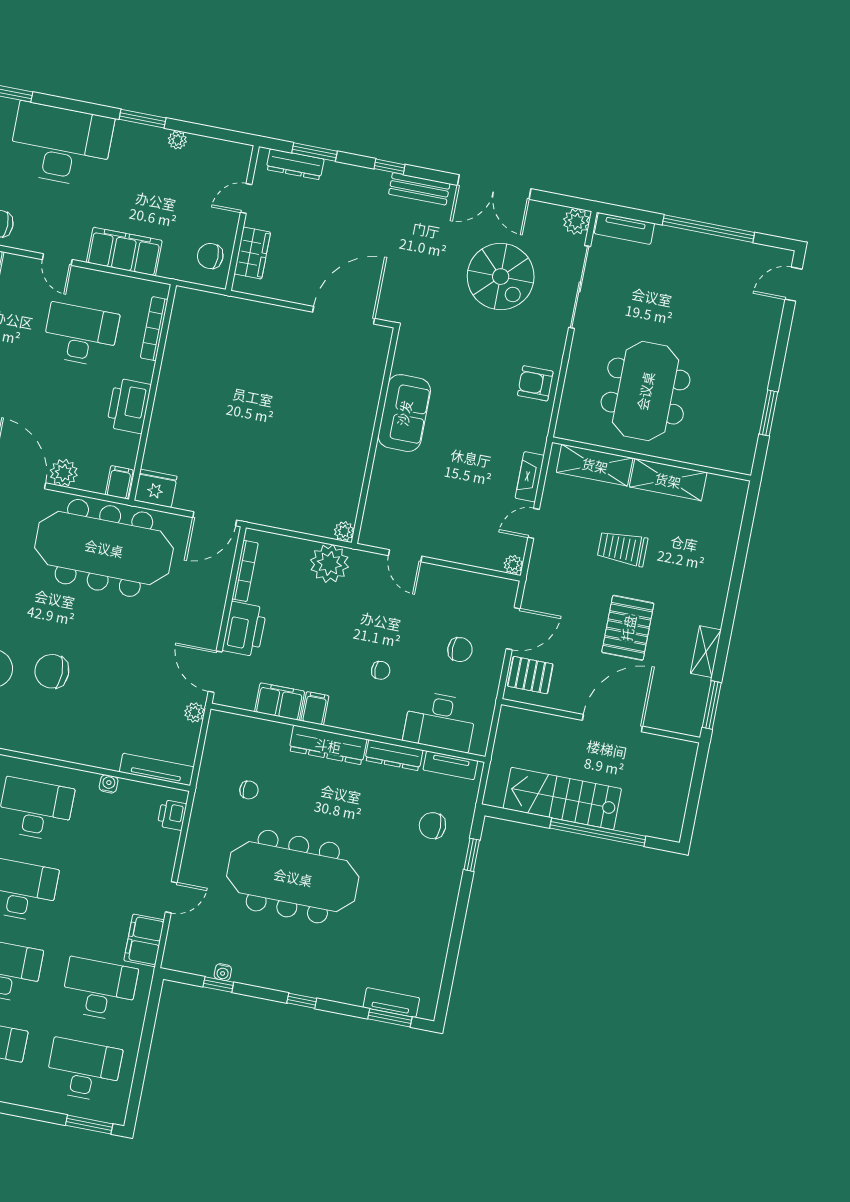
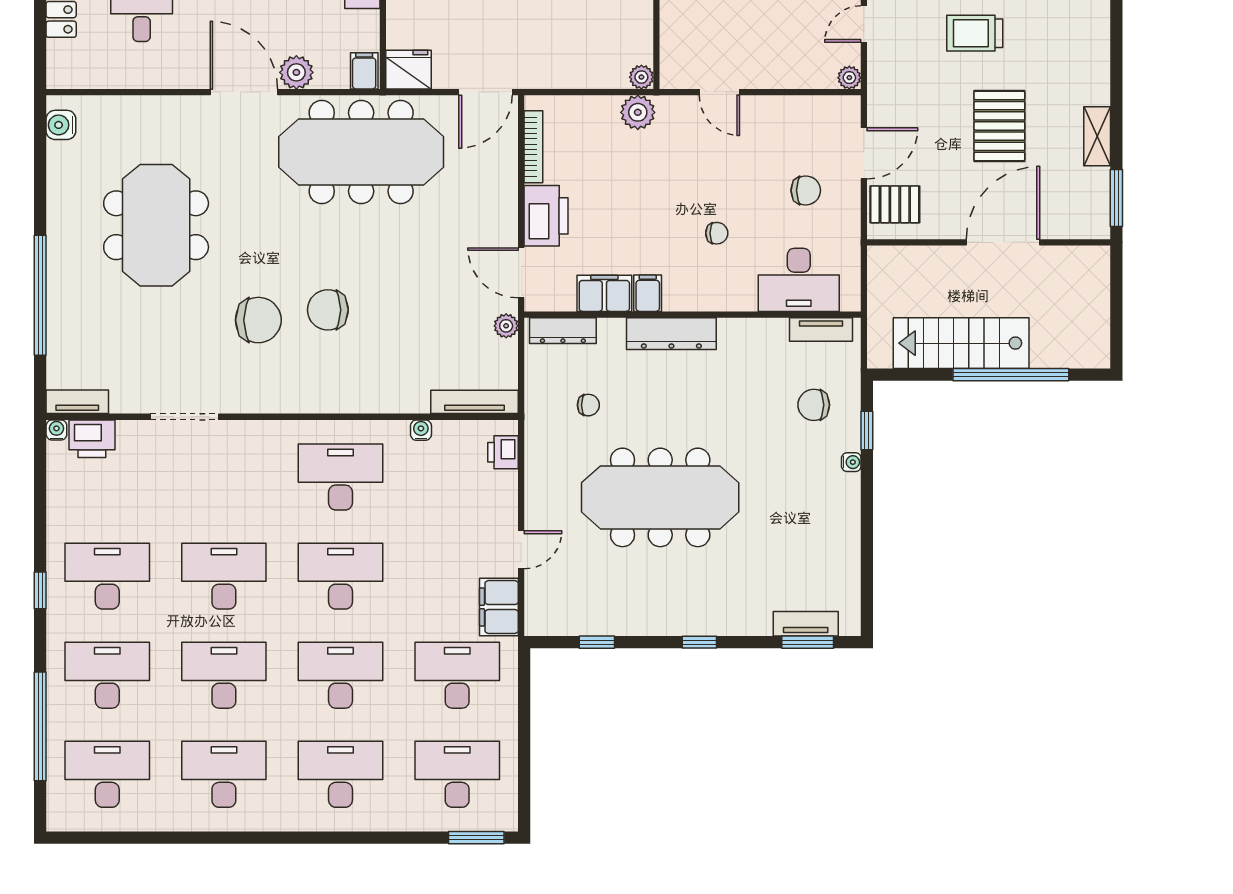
plant: (329, 563) -> (638, 112), width x0.73, depth x0.73
dresser: (394, 755) -> (563, 331), moved
water cooler: (223, 972) -> (851, 462), moved, turned -90

